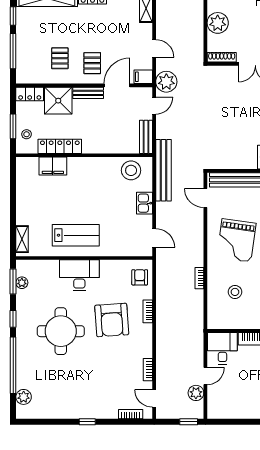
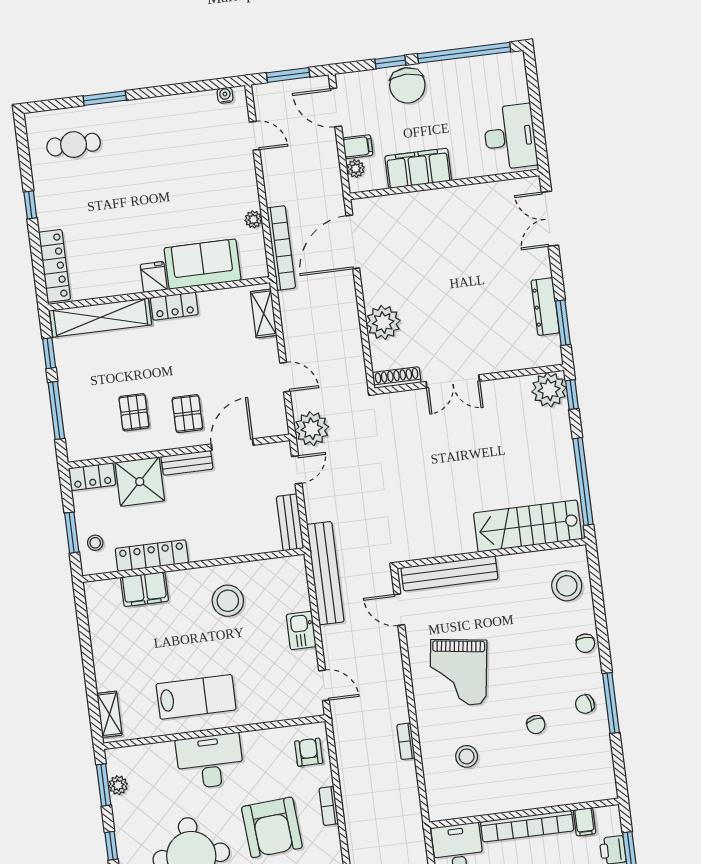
filing cabinet: (143, 77) -> (273, 425), removed
stool: (131, 170) -> (228, 601), moved

